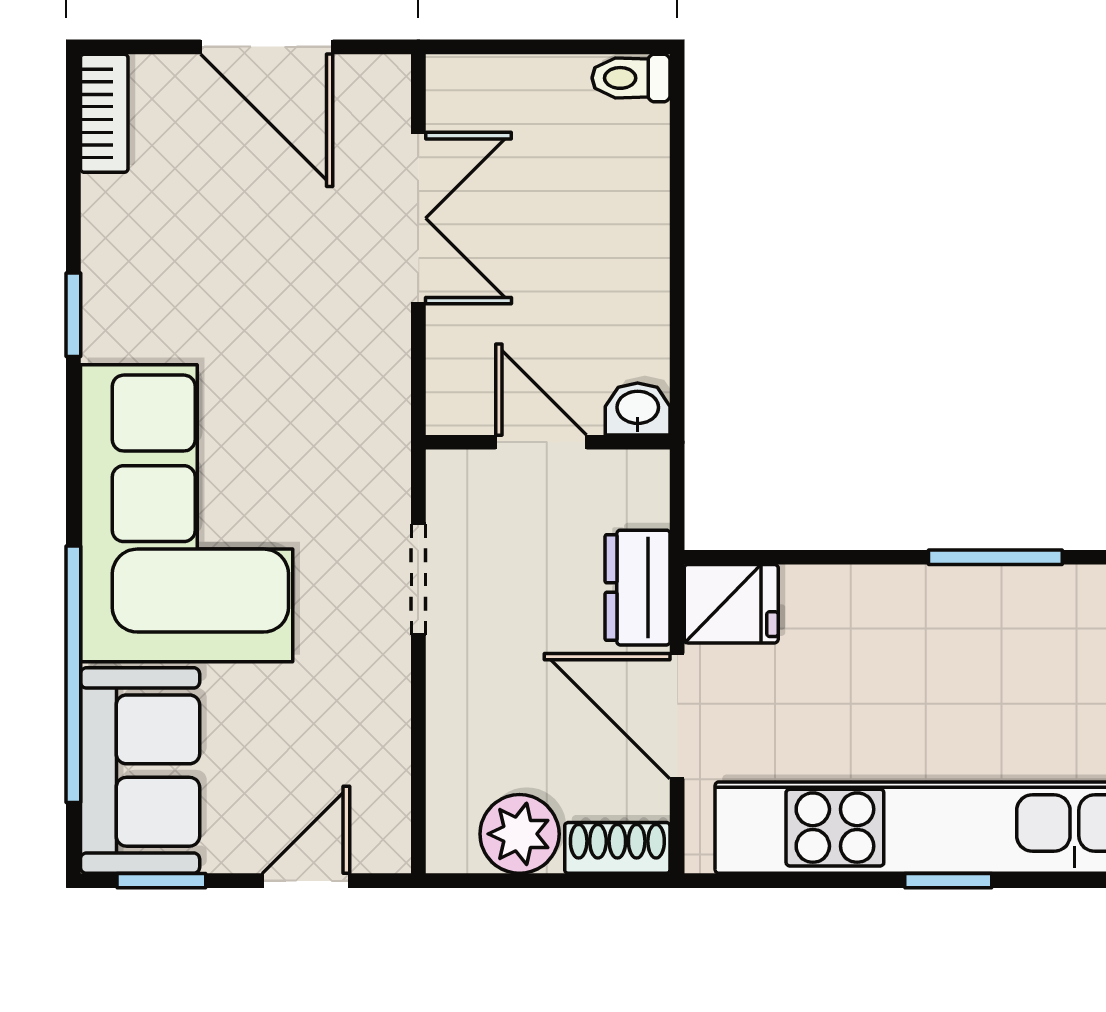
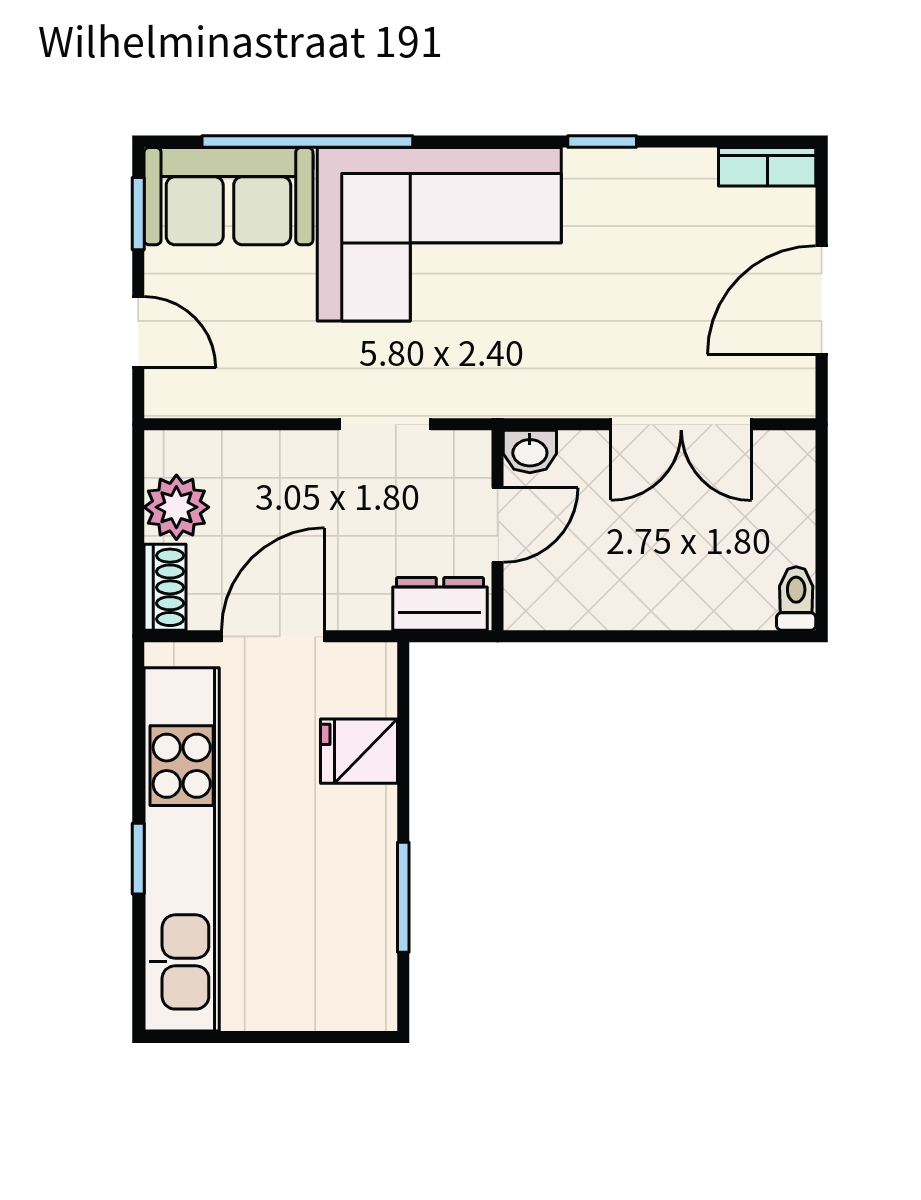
washbasin: (638, 409) -> (530, 452), moved, turned 90
dresser: (638, 588) -> (440, 604), moved
fridge: (731, 604) -> (359, 751), moved, turned 90

